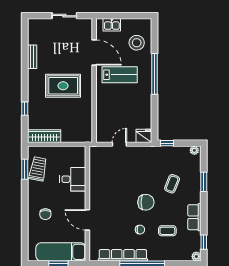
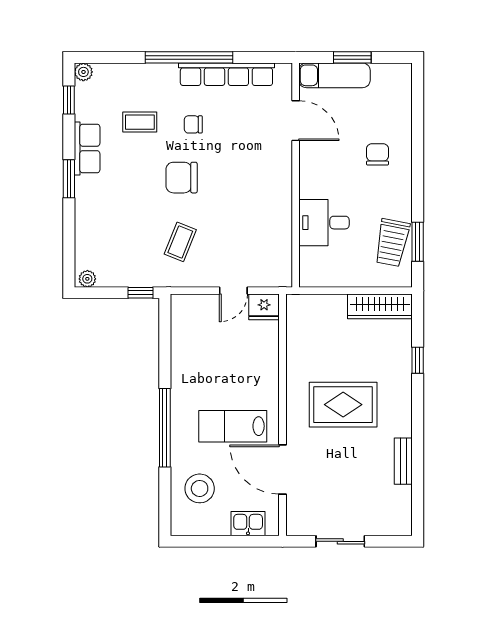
fridge: (144, 136) -> (264, 307), moved
window: (204, 182) -> (69, 179), moved
coffee table: (172, 184) -> (180, 242), moved
door: (87, 220) -> (296, 121), moved
exam couch: (61, 252) -> (334, 75), width x0.73, depth x0.69

